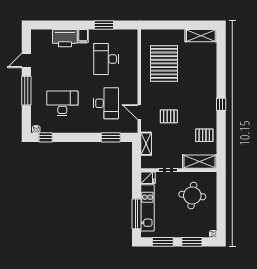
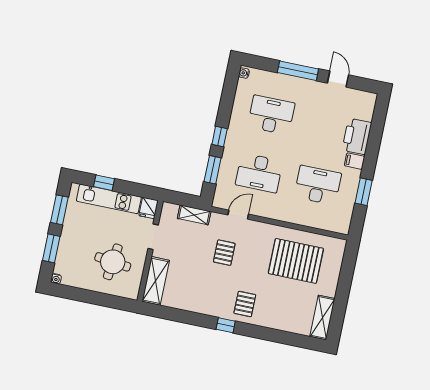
desk: (62, 103) -> (271, 115), turned -90
pallet: (204, 135) -> (245, 304), moved
window: (46, 137) -> (220, 136), moved
window: (136, 214) -> (104, 183), width x0.46

